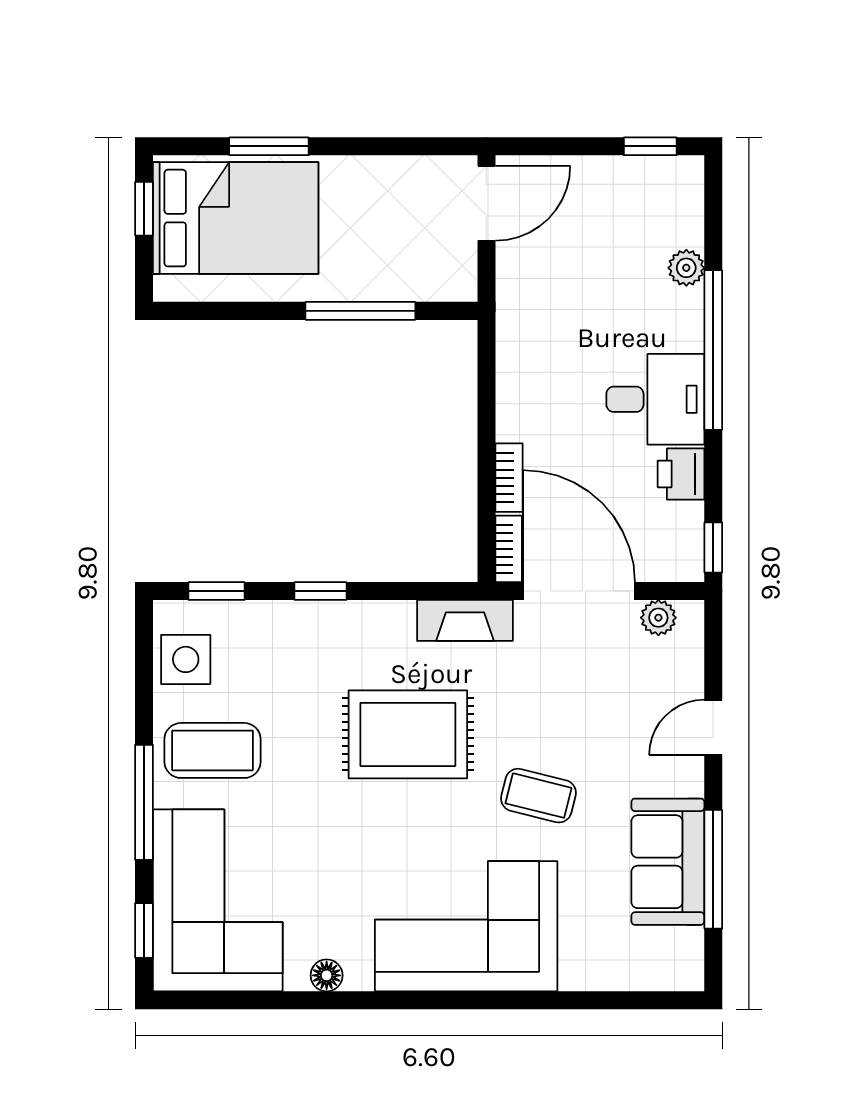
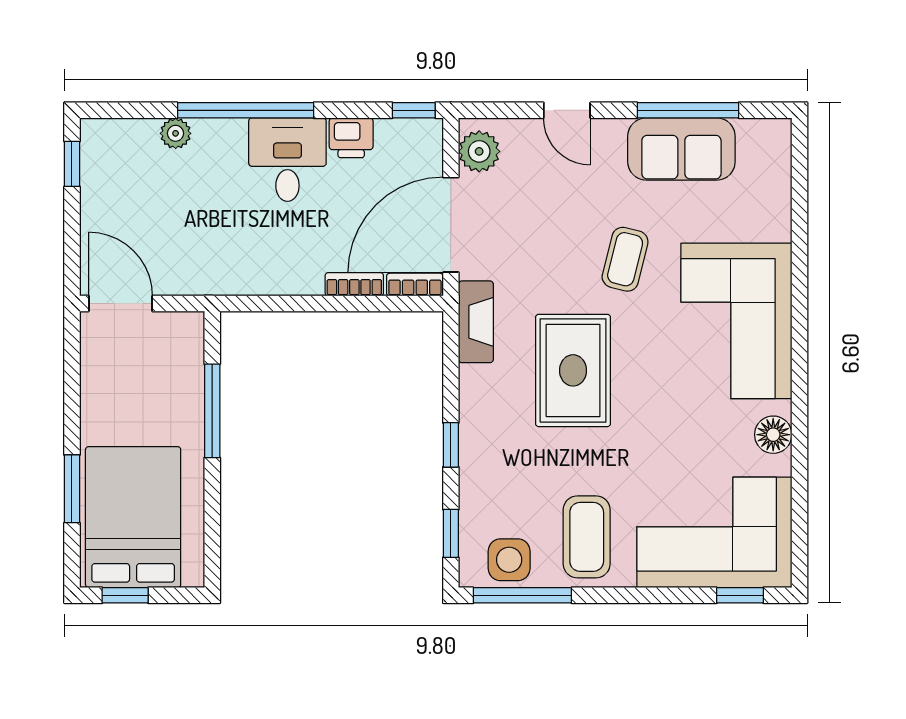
plant: (658, 618) -> (479, 151), width x1.38, depth x1.38
window: (144, 802) -> (522, 595), moved
floor lamp: (327, 975) -> (773, 435), width x1.37, depth x1.37

